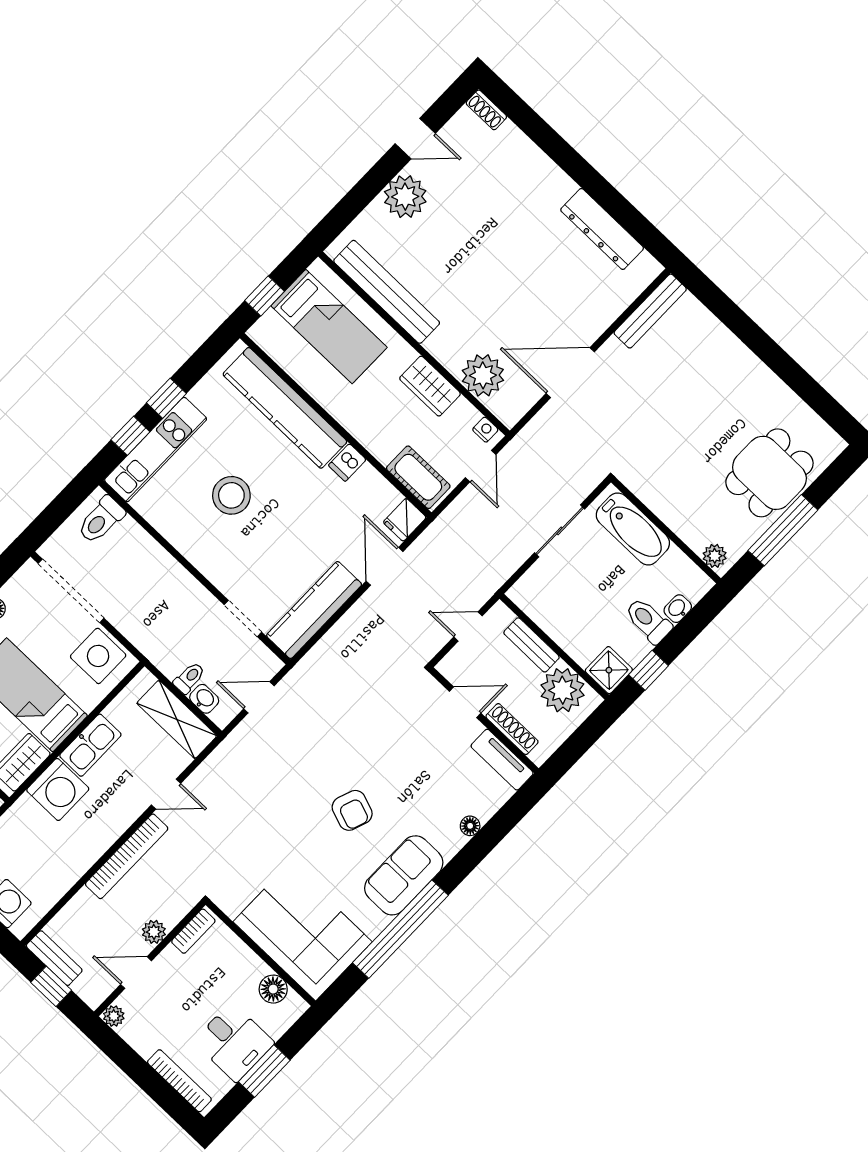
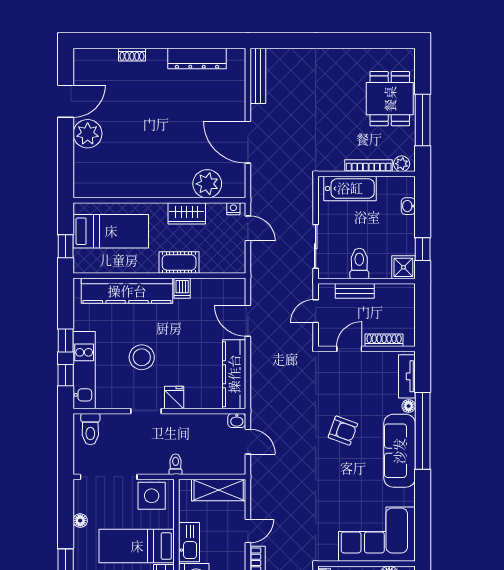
shoe rack: (486, 110) -> (132, 55), moved
door: (415, 139) -> (66, 101), width x1.37
bench: (387, 292) -> (122, 188), removed
door: (570, 373) -> (248, 142), hinge flipped
cot: (418, 477) -> (179, 262), moved
fridge: (405, 520) -> (174, 397), moved, turned 180
bookcase: (677, 524) -> (369, 166), added
sliding door: (560, 531) -> (316, 246), moved
doorway: (243, 618) -> (146, 411), moved
toilet: (648, 621) -> (359, 264), moved, turned 90
toilet: (189, 678) -> (176, 464), moved
plant: (563, 690) -> (390, 298), removed
door: (259, 697) -> (248, 442), swing flipped
washbasin: (204, 699) -> (237, 421), moved, turned 180
tv unit: (502, 760) -> (407, 376), moved, turned 90
armchair: (352, 810) -> (343, 431), moved
sofa: (404, 875) -> (399, 451), width x1.36
window: (400, 929) -> (423, 431), moved

